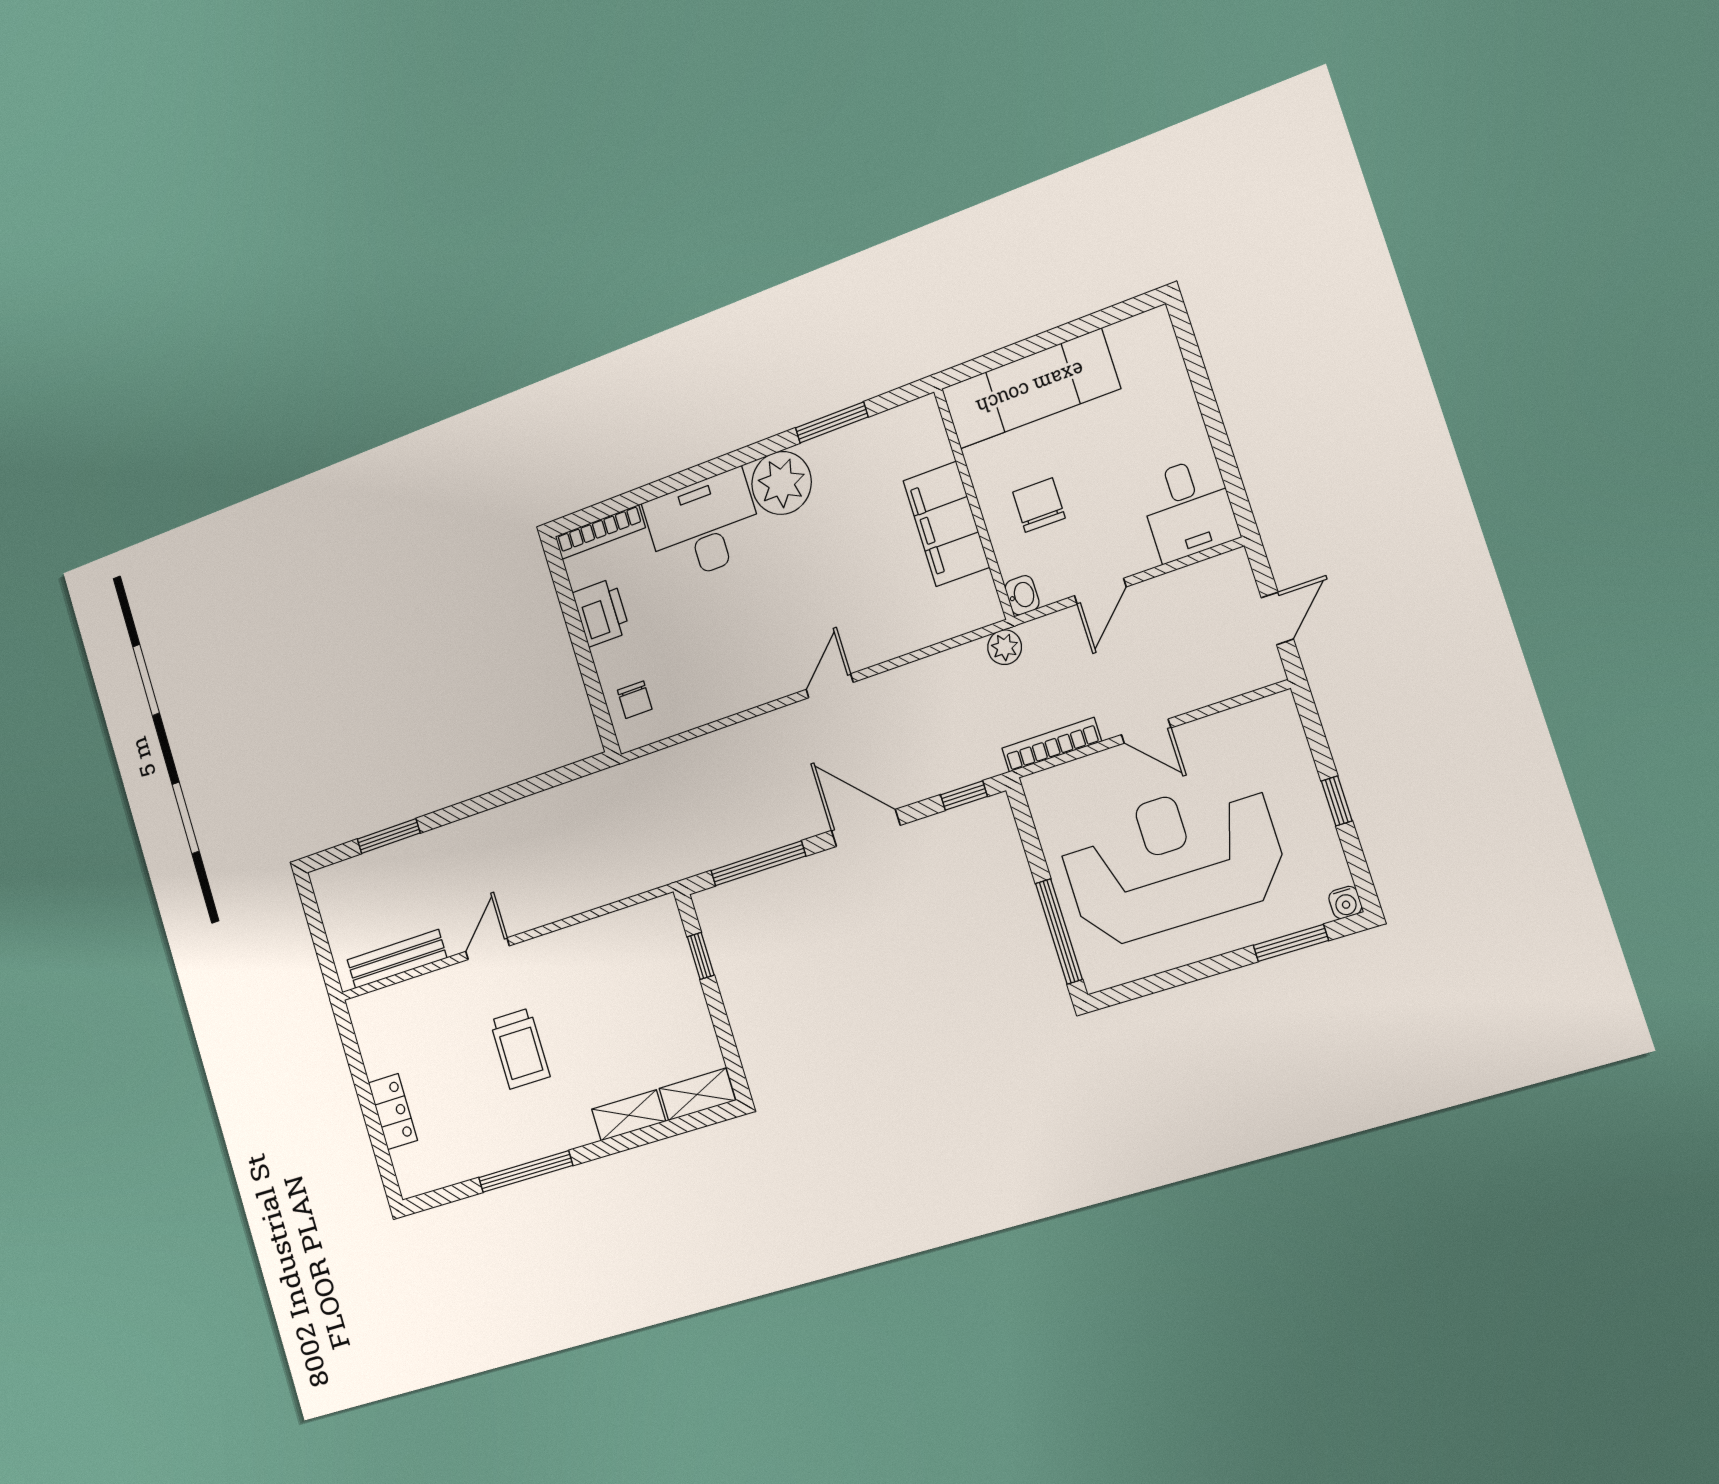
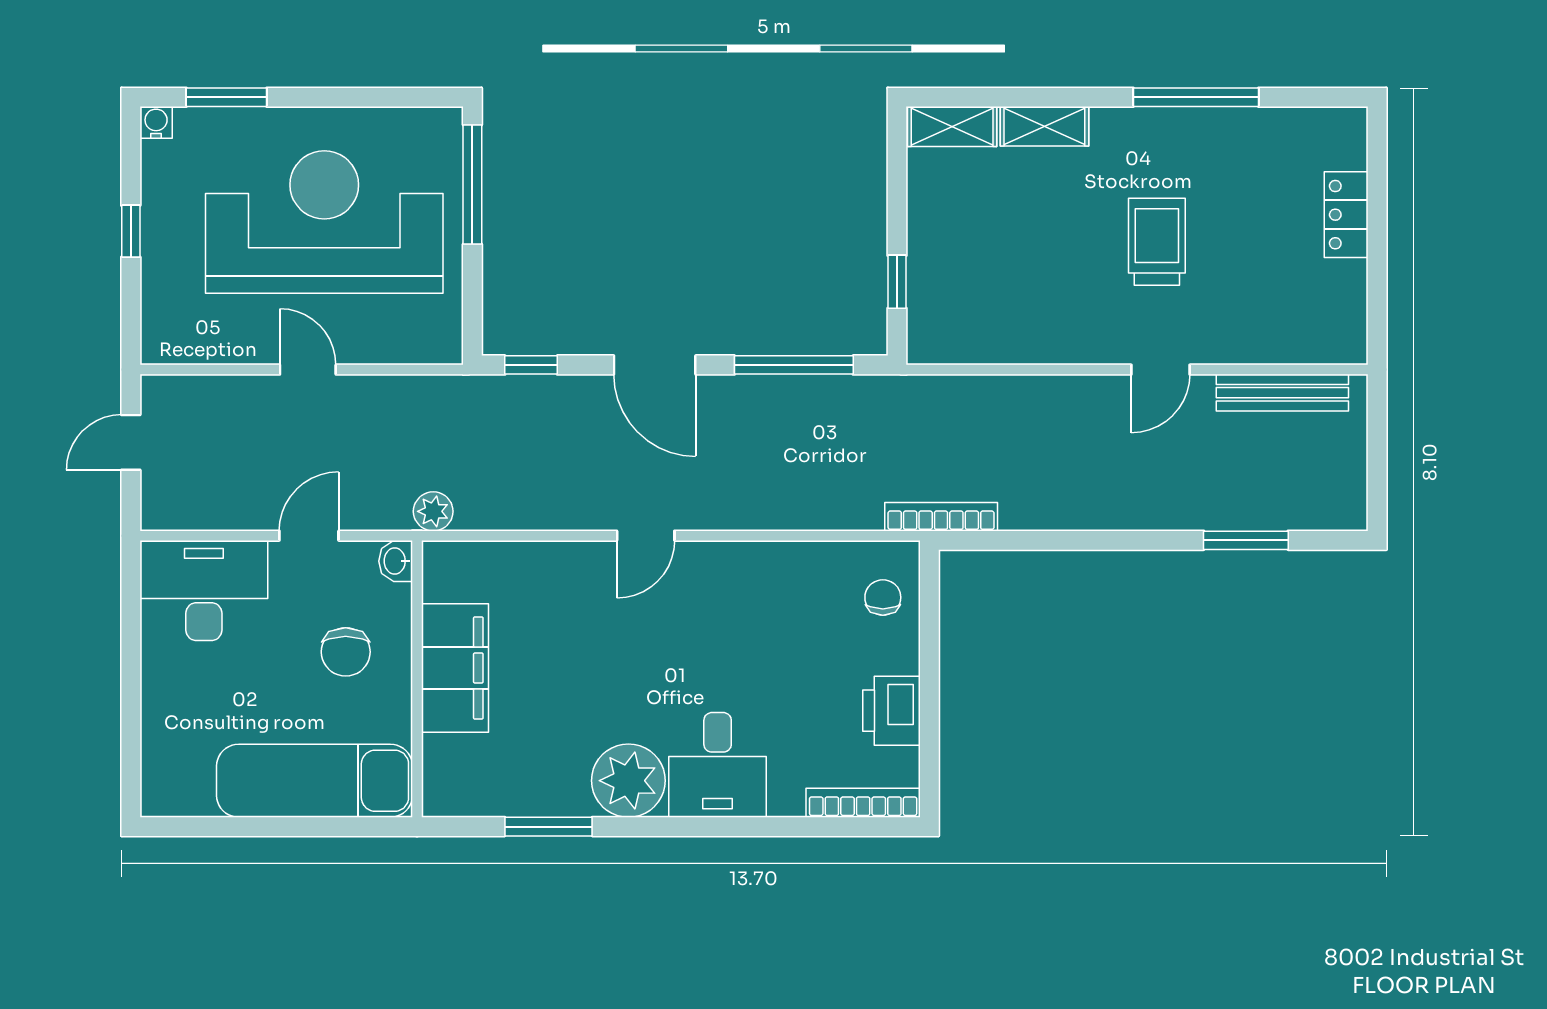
desk: (1188, 509) -> (204, 591), width x1.37
desk: (704, 526) -> (718, 765), width x0.73
bookcase: (1052, 745) -> (941, 517), moved, turned 180
reception desk: (1172, 861) -> (324, 222), turned 180

